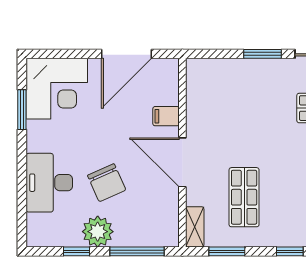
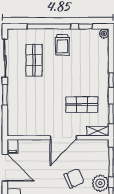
filing cabinet: (166, 116) -> (12, 146), moved

